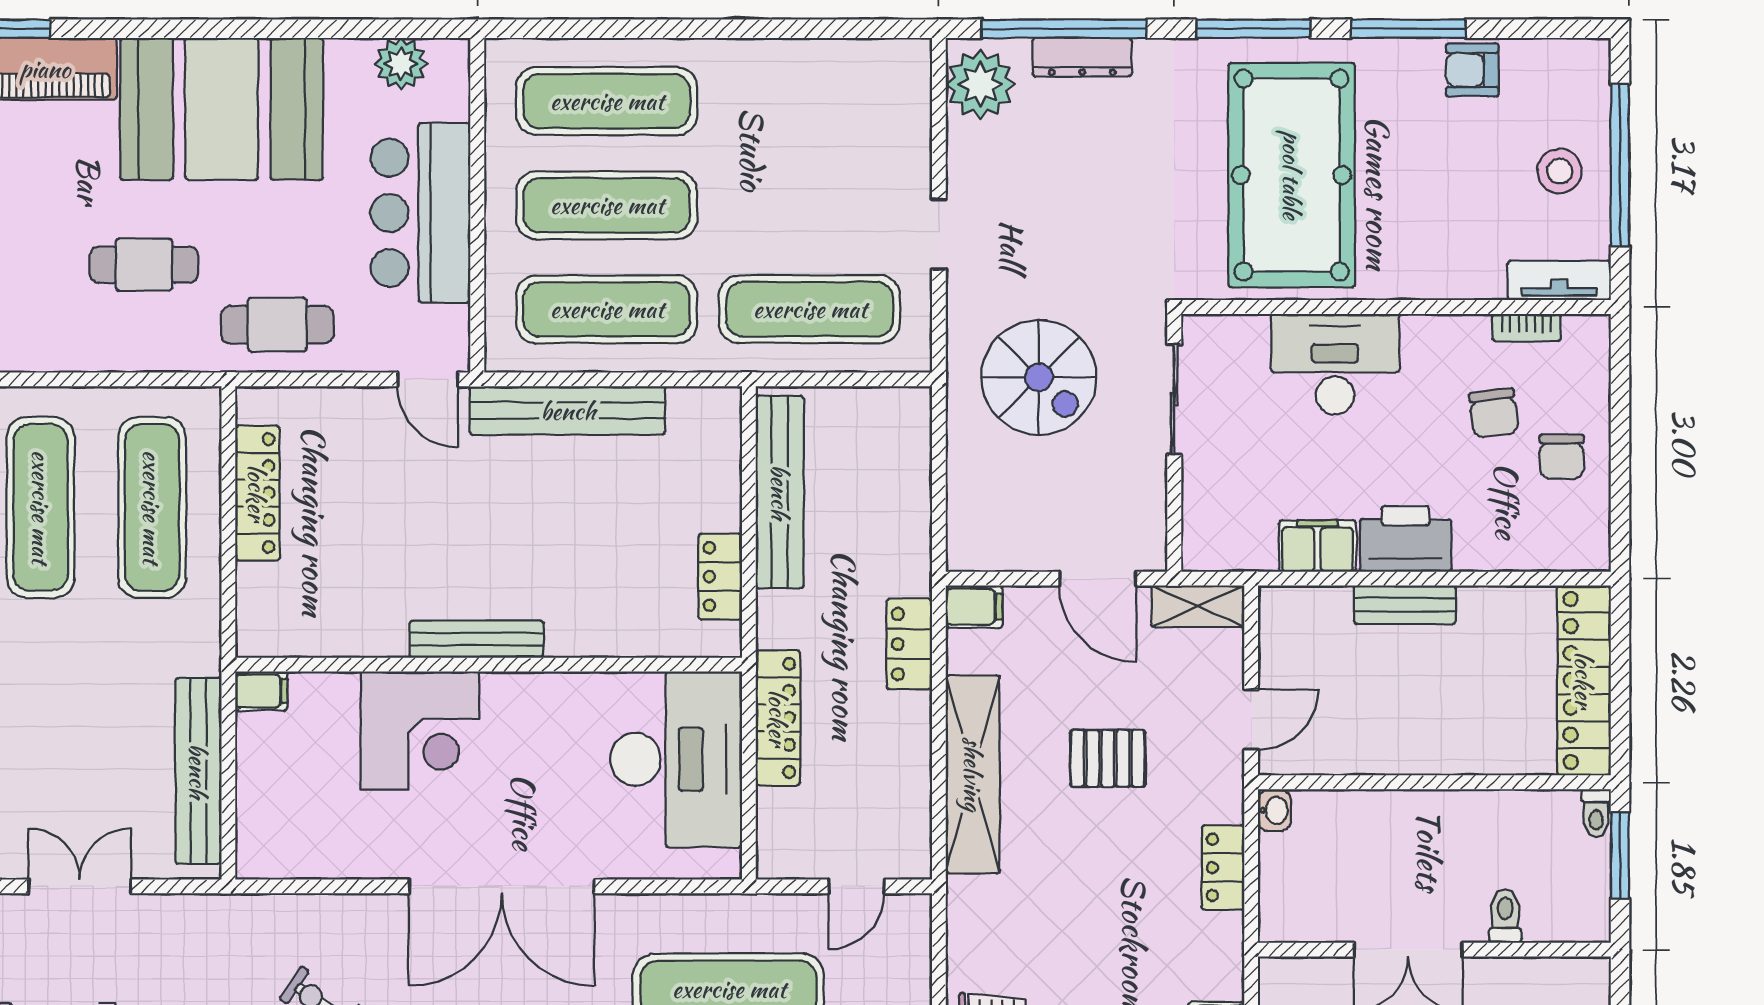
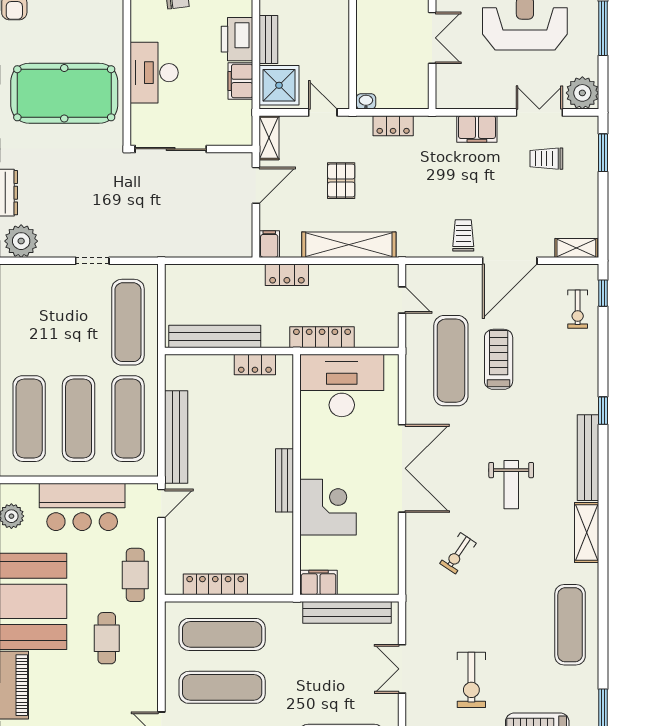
spiral stairs: (1039, 377) -> (160, 213), removed
sliding door: (1174, 399) -> (171, 149), width x1.37
shower: (1308, 627) -> (279, 85), added
filing cabinet: (261, 691) -> (319, 583), width x2.00

